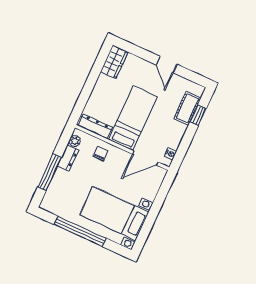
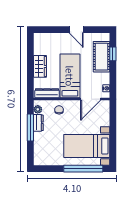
wardrobe: (114, 62) -> (40, 66), moved
cot: (187, 108) -> (101, 57), width x1.37, depth x1.34
window: (50, 172) -> (30, 127), moved
window: (80, 231) -> (83, 169), moved

